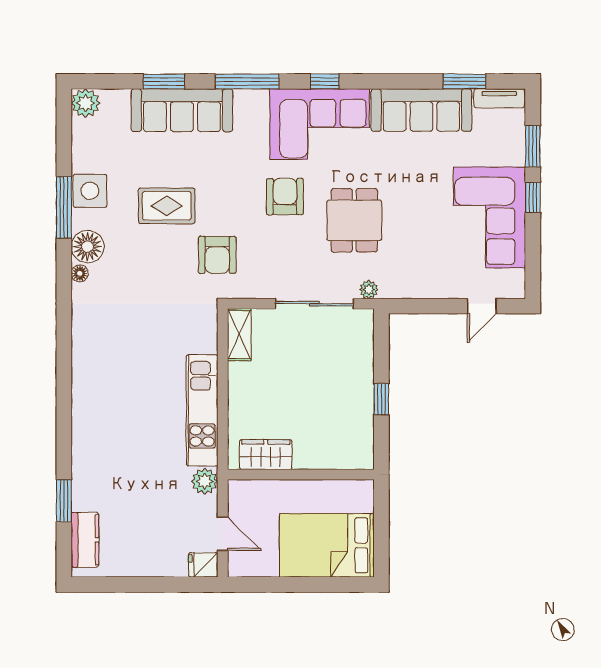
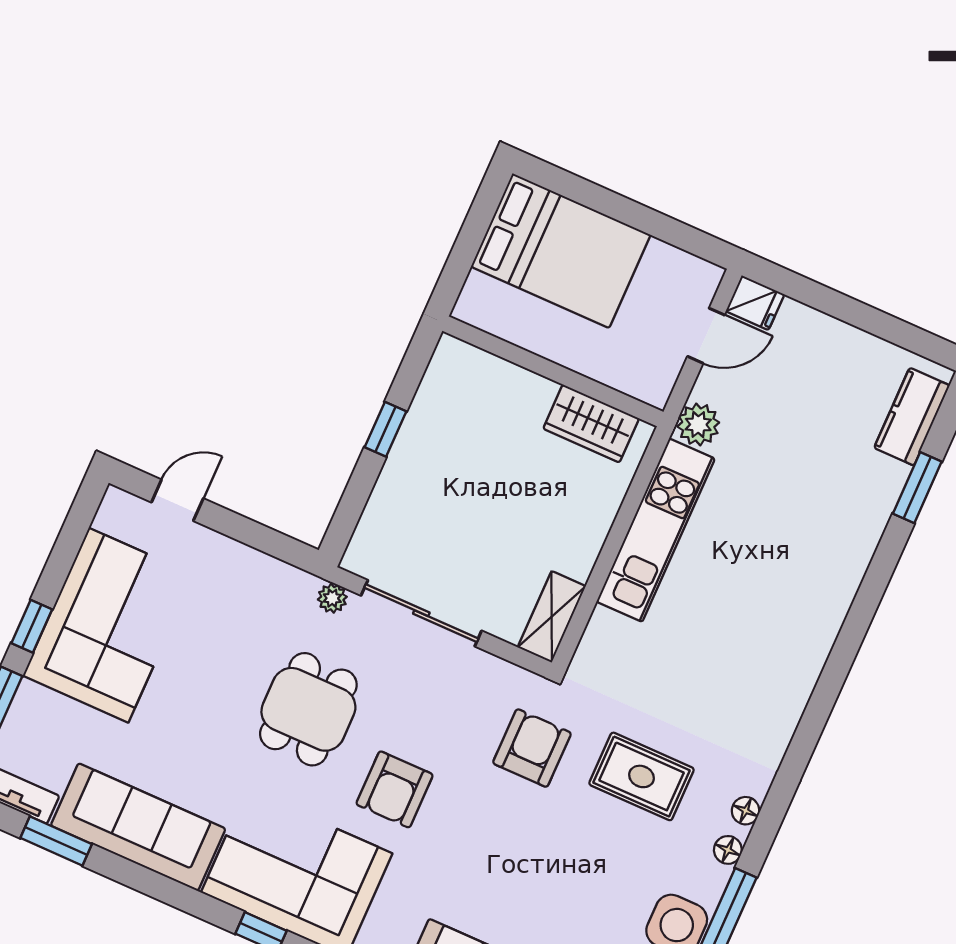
rug: (167, 206) -> (641, 776), moved
floor lamp: (88, 247) -> (728, 850), width x0.53, depth x0.53
door: (223, 534) -> (706, 336), swing flipped

